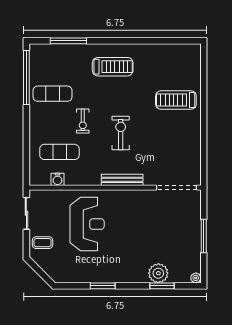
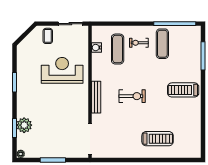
treadmill: (113, 67) -> (183, 90), turned 90
treadmill: (176, 100) -> (158, 139), turned 90
exercise bike: (83, 121) -> (139, 43), moved
reception desk: (87, 224) -> (62, 70), turned 180

